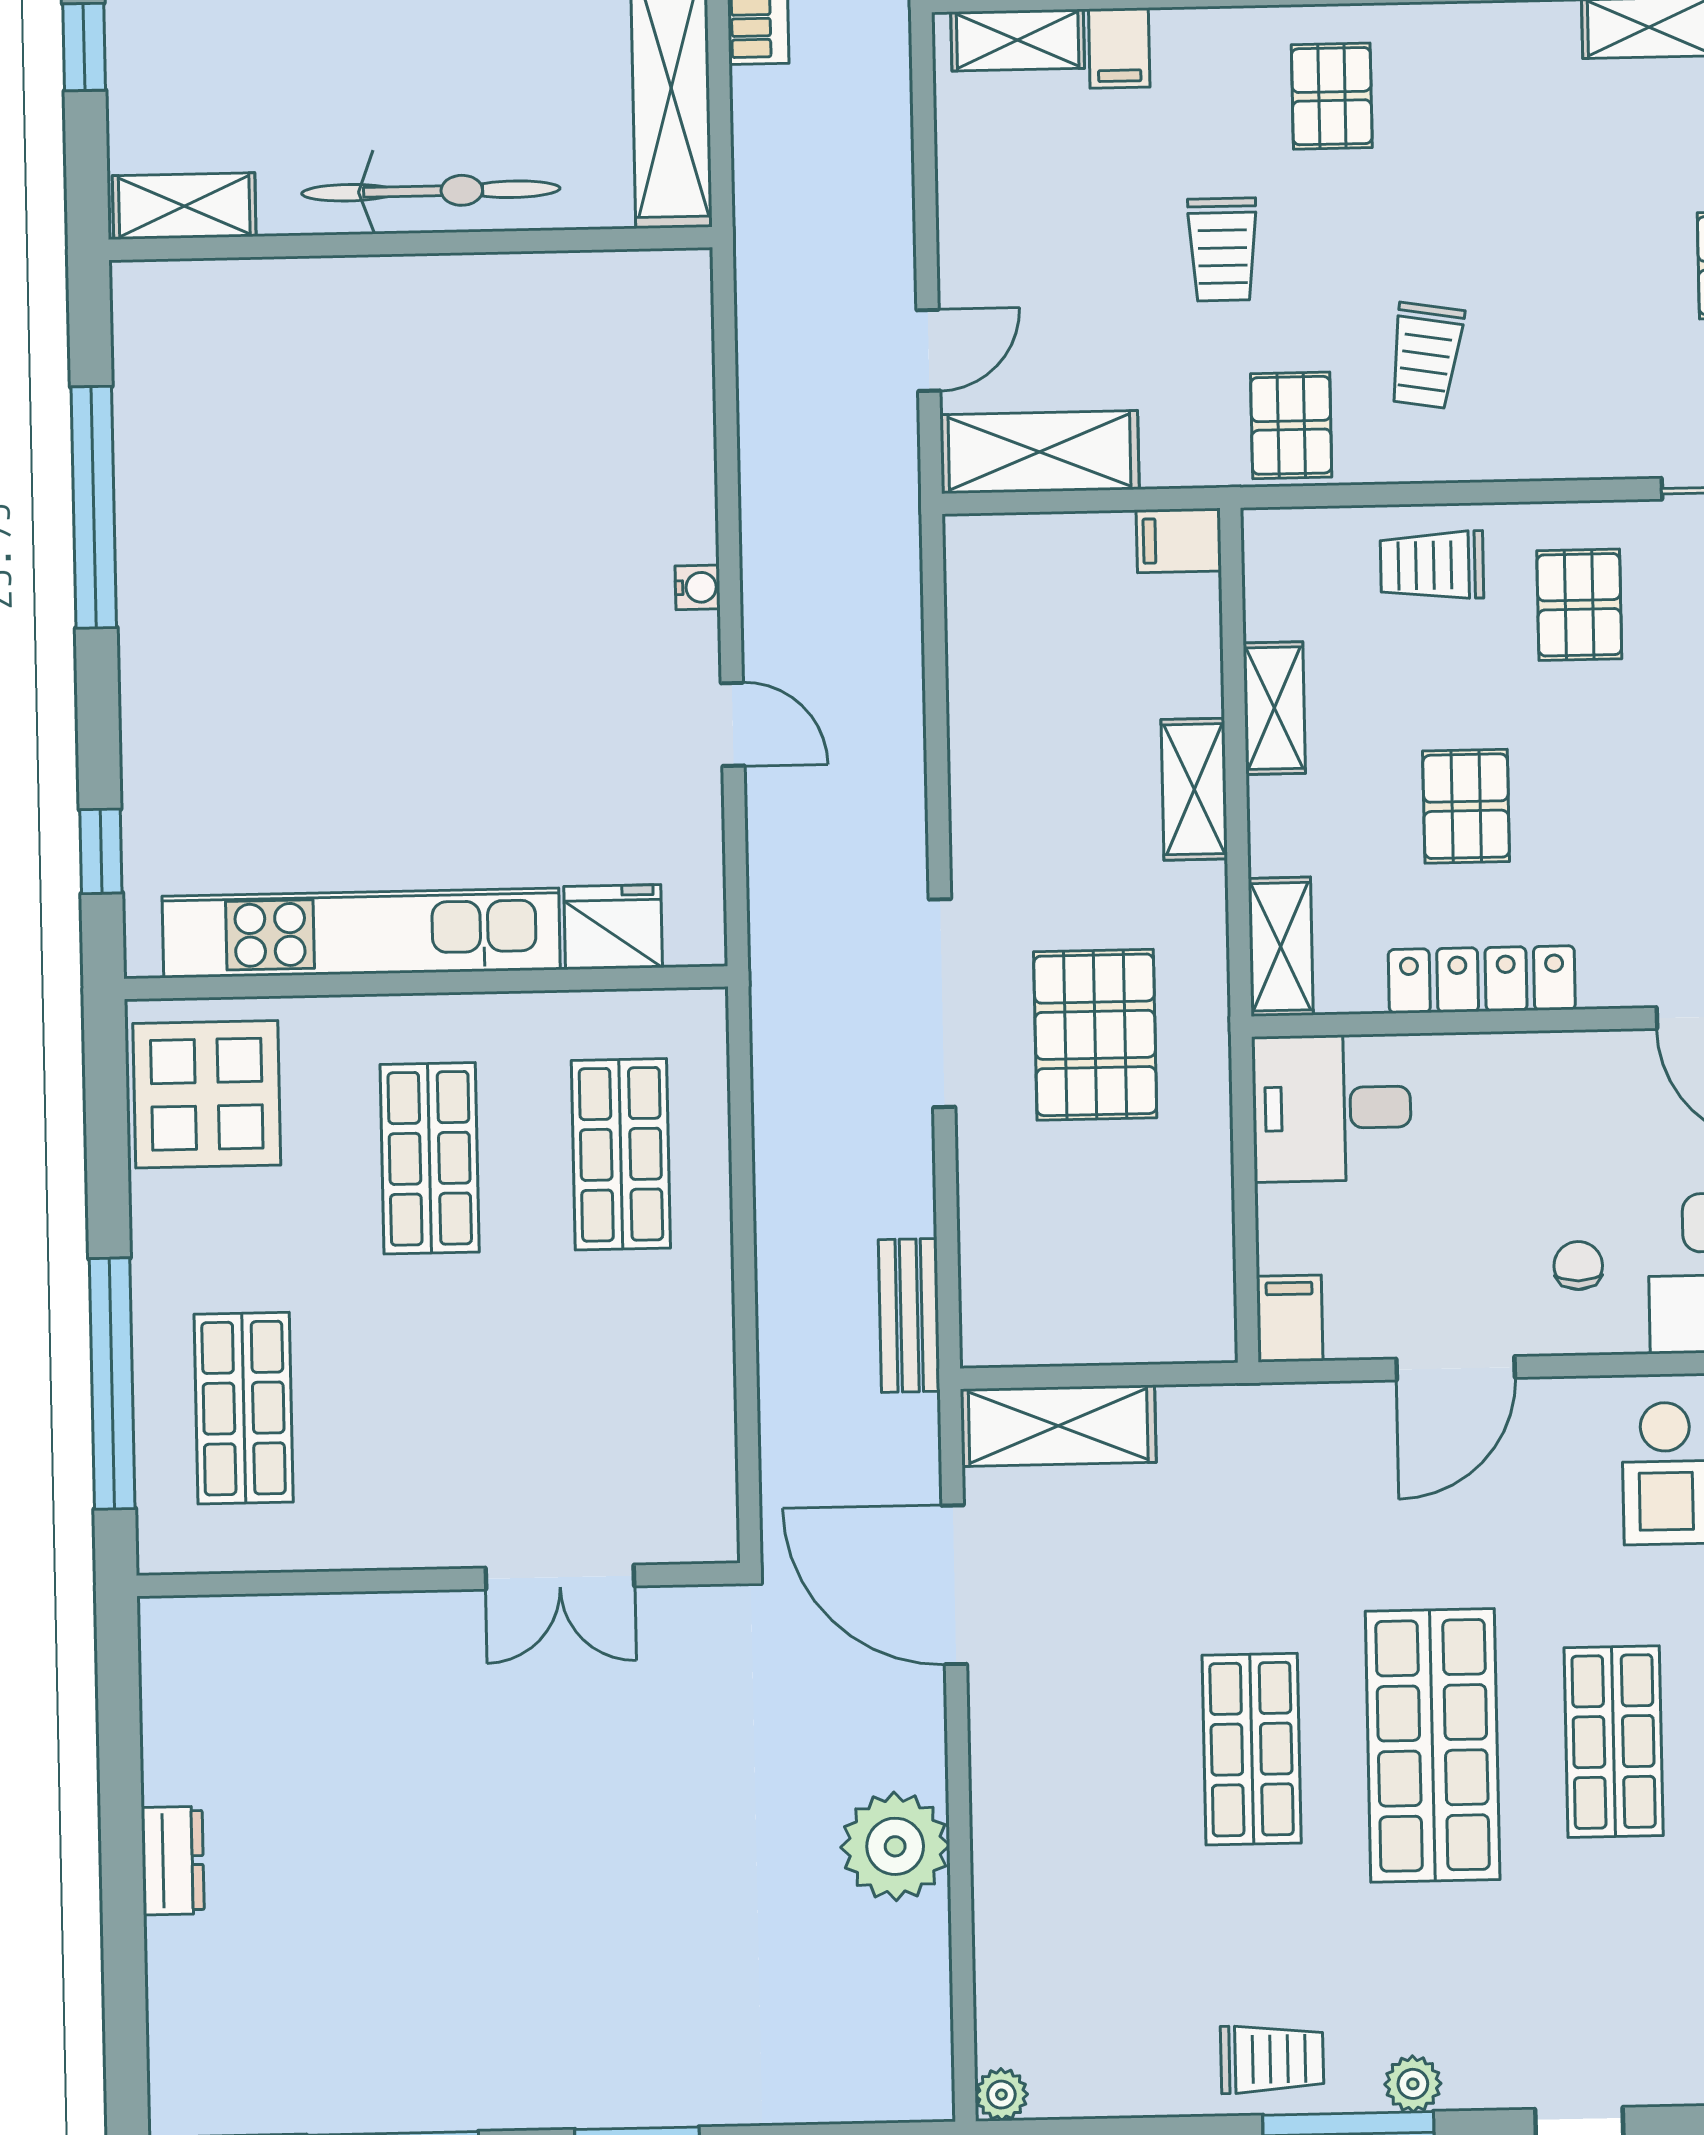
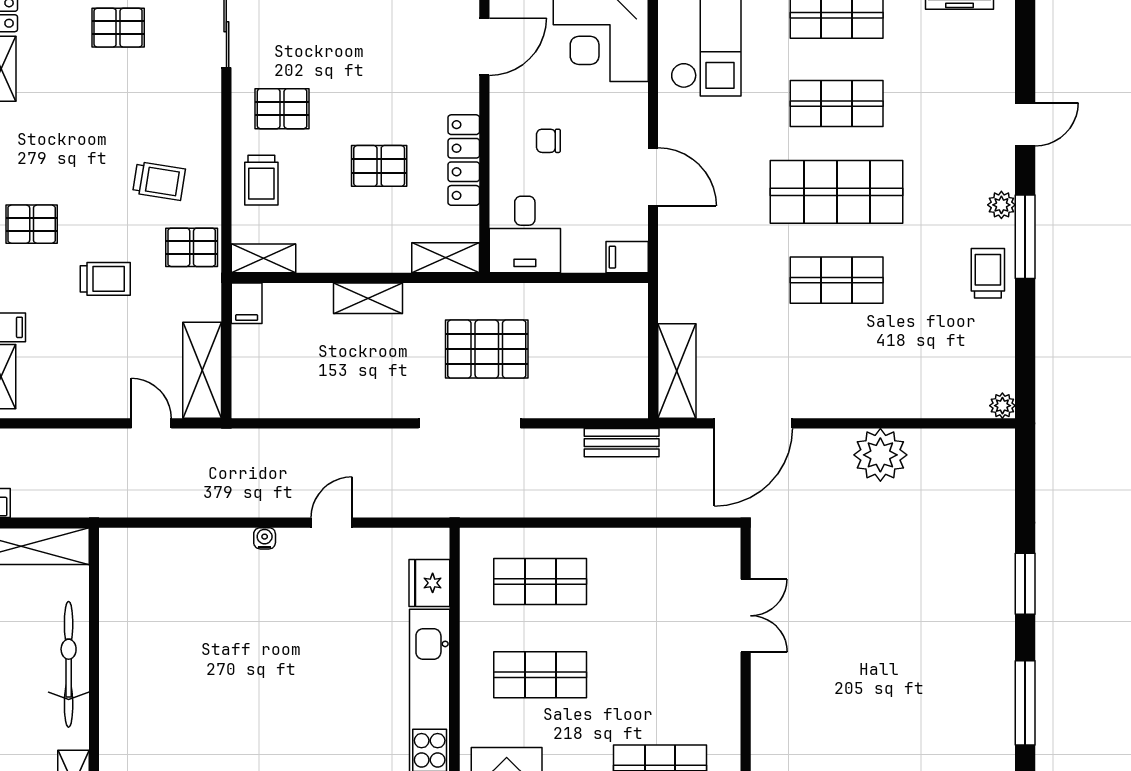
shelving: (1274, 708) -> (263, 258), moved
chair: (1578, 1266) -> (548, 141), moved

